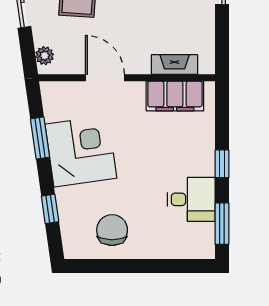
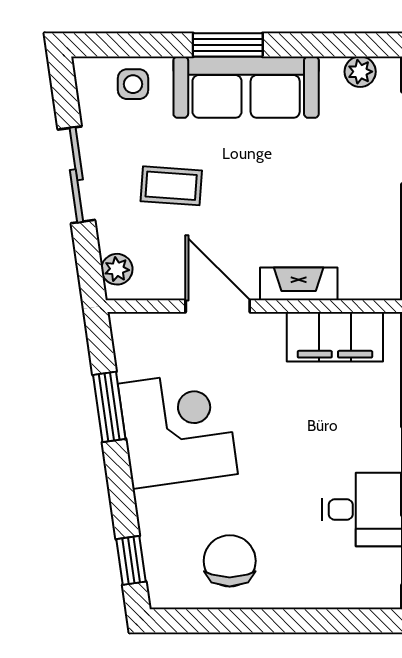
fireplace: (175, 64) -> (299, 284), moved
window: (50, 209) -> (131, 560), moved

